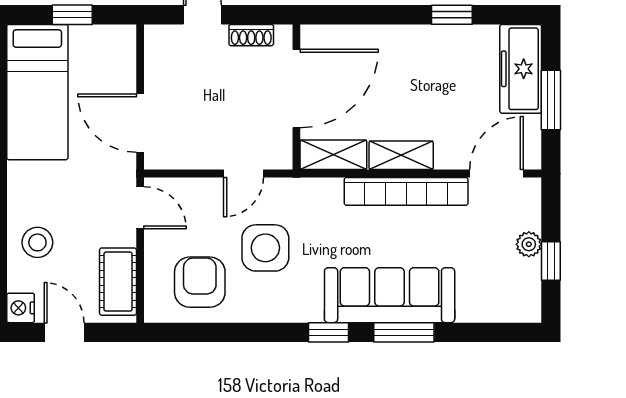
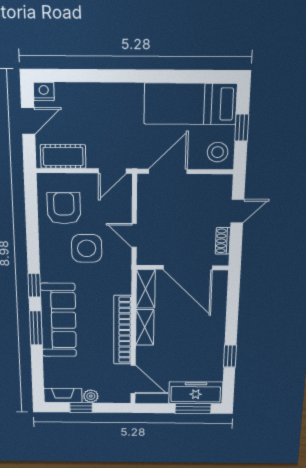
window: (551, 100) -> (193, 409), moved
stool: (37, 242) -> (218, 152), moved
armchair: (200, 282) -> (64, 208), turned -91
fireplace: (528, 291) -> (63, 395), added

